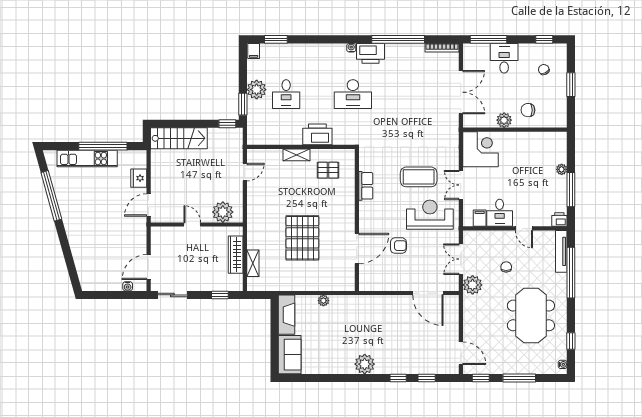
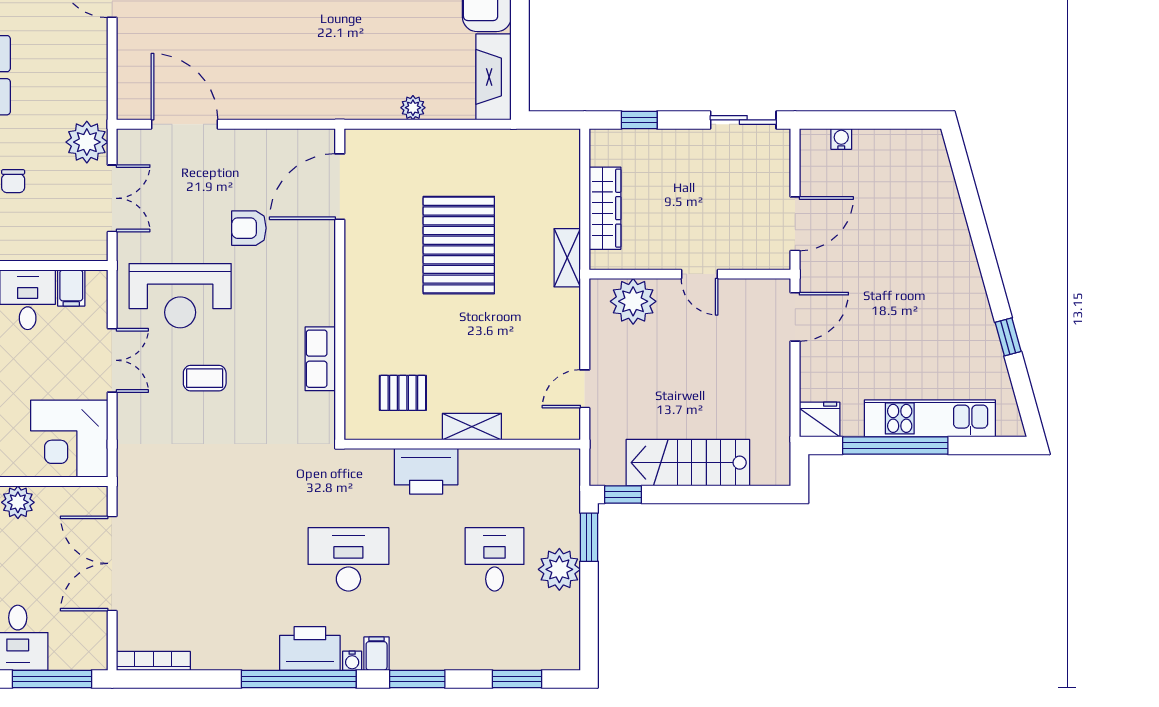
window: (321, 39) -> (417, 679), added
window: (398, 39) -> (299, 679), moved
filing cabinet: (254, 51) -> (377, 654), moved
stairs: (179, 138) -> (688, 463), moved
coffee table: (419, 177) -> (205, 378), width x0.54, depth x0.58
fridge: (139, 178) -> (820, 419), moved, turned -90
window: (51, 196) -> (1008, 337), width x0.32
door: (357, 248) -> (340, 187), moved
shelving: (253, 263) -> (567, 258), moved
door: (149, 267) -> (795, 224), moved

